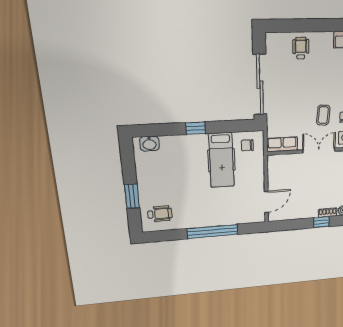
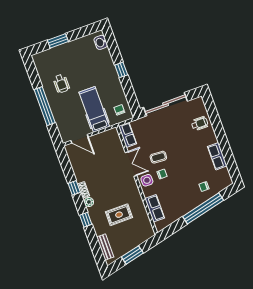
hospital bed: (221, 160) -> (94, 109), moved, turned 90
wheelchair: (160, 214) -> (61, 83), moved

